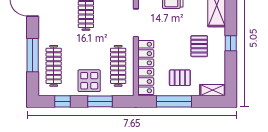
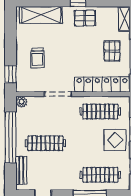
pallet: (199, 46) -> (85, 18), moved

